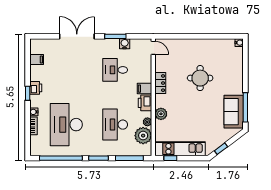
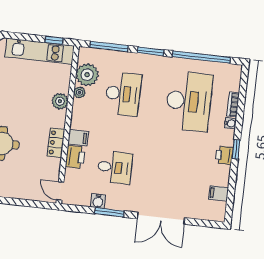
printer: (145, 103) -> (75, 157), moved

